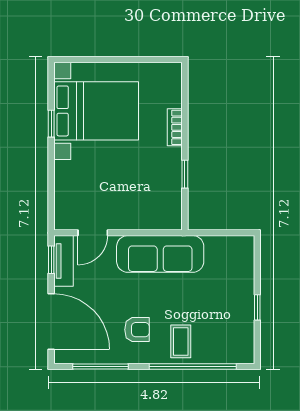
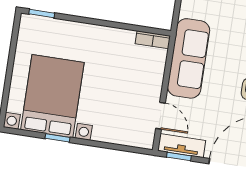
bookcase: (175, 127) -> (153, 40), moved
window: (185, 174) -> (42, 13), moved

